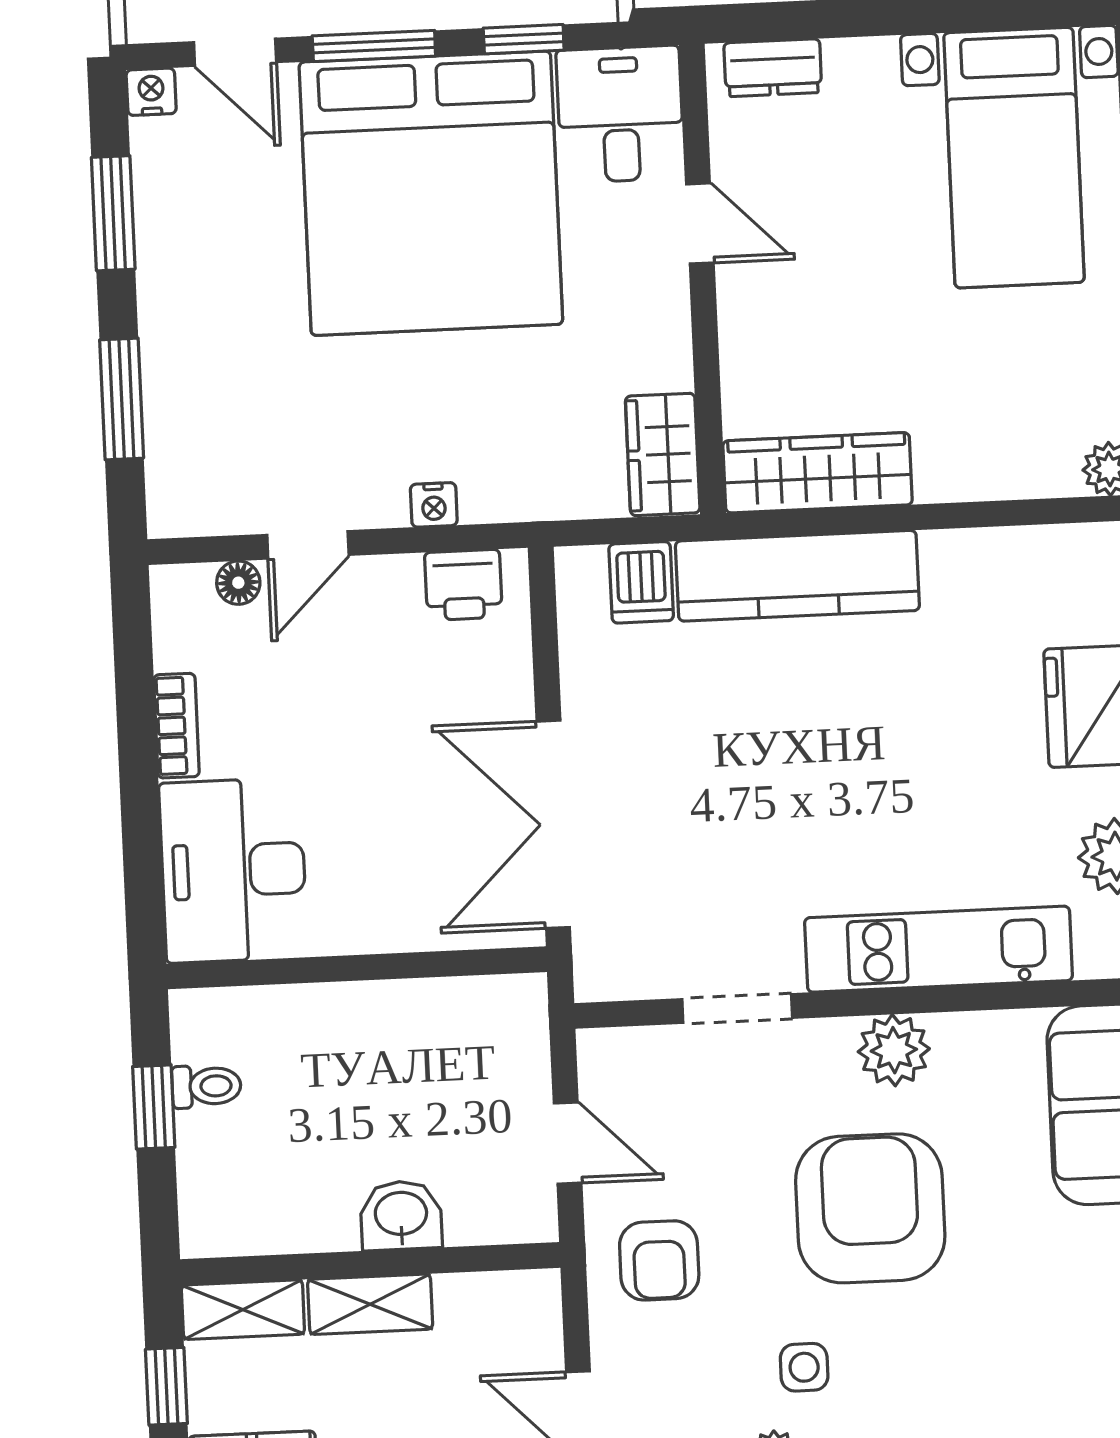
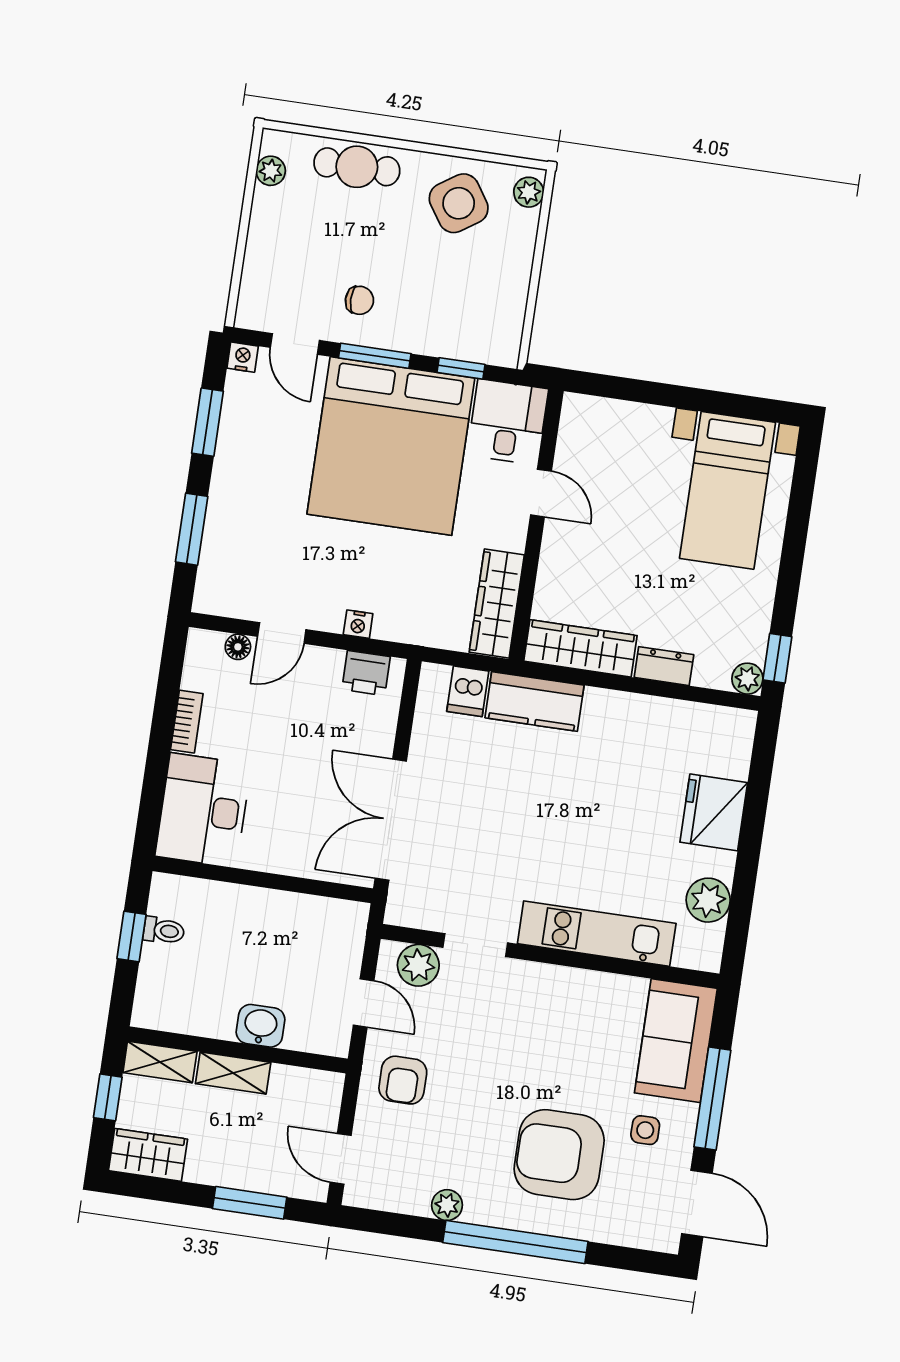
dresser: (773, 68) -> (664, 666), moved, turned 180
wardrobe: (663, 454) -> (497, 604), width x1.50
kitchen counter: (797, 576) -> (534, 702), width x0.67
plant: (894, 1050) -> (418, 965), moved
armchair: (870, 1208) -> (559, 1155), moved, turned -90
side table: (804, 1367) -> (645, 1130), moved

